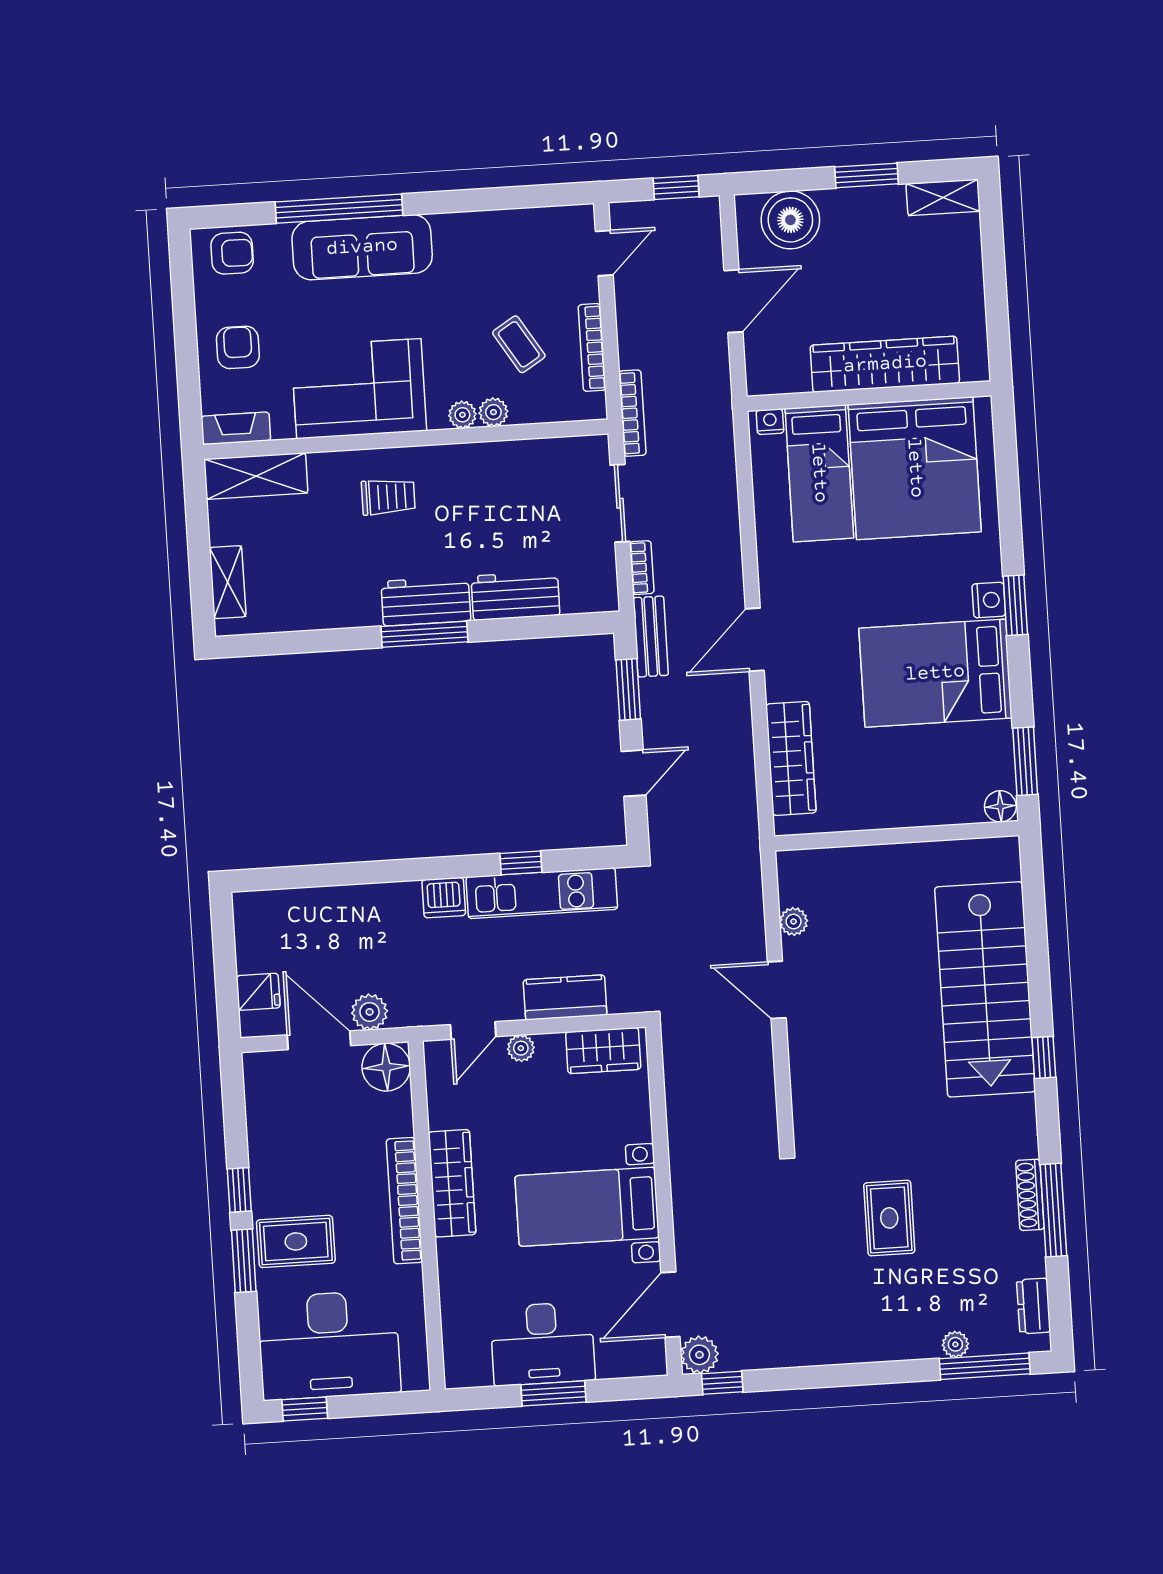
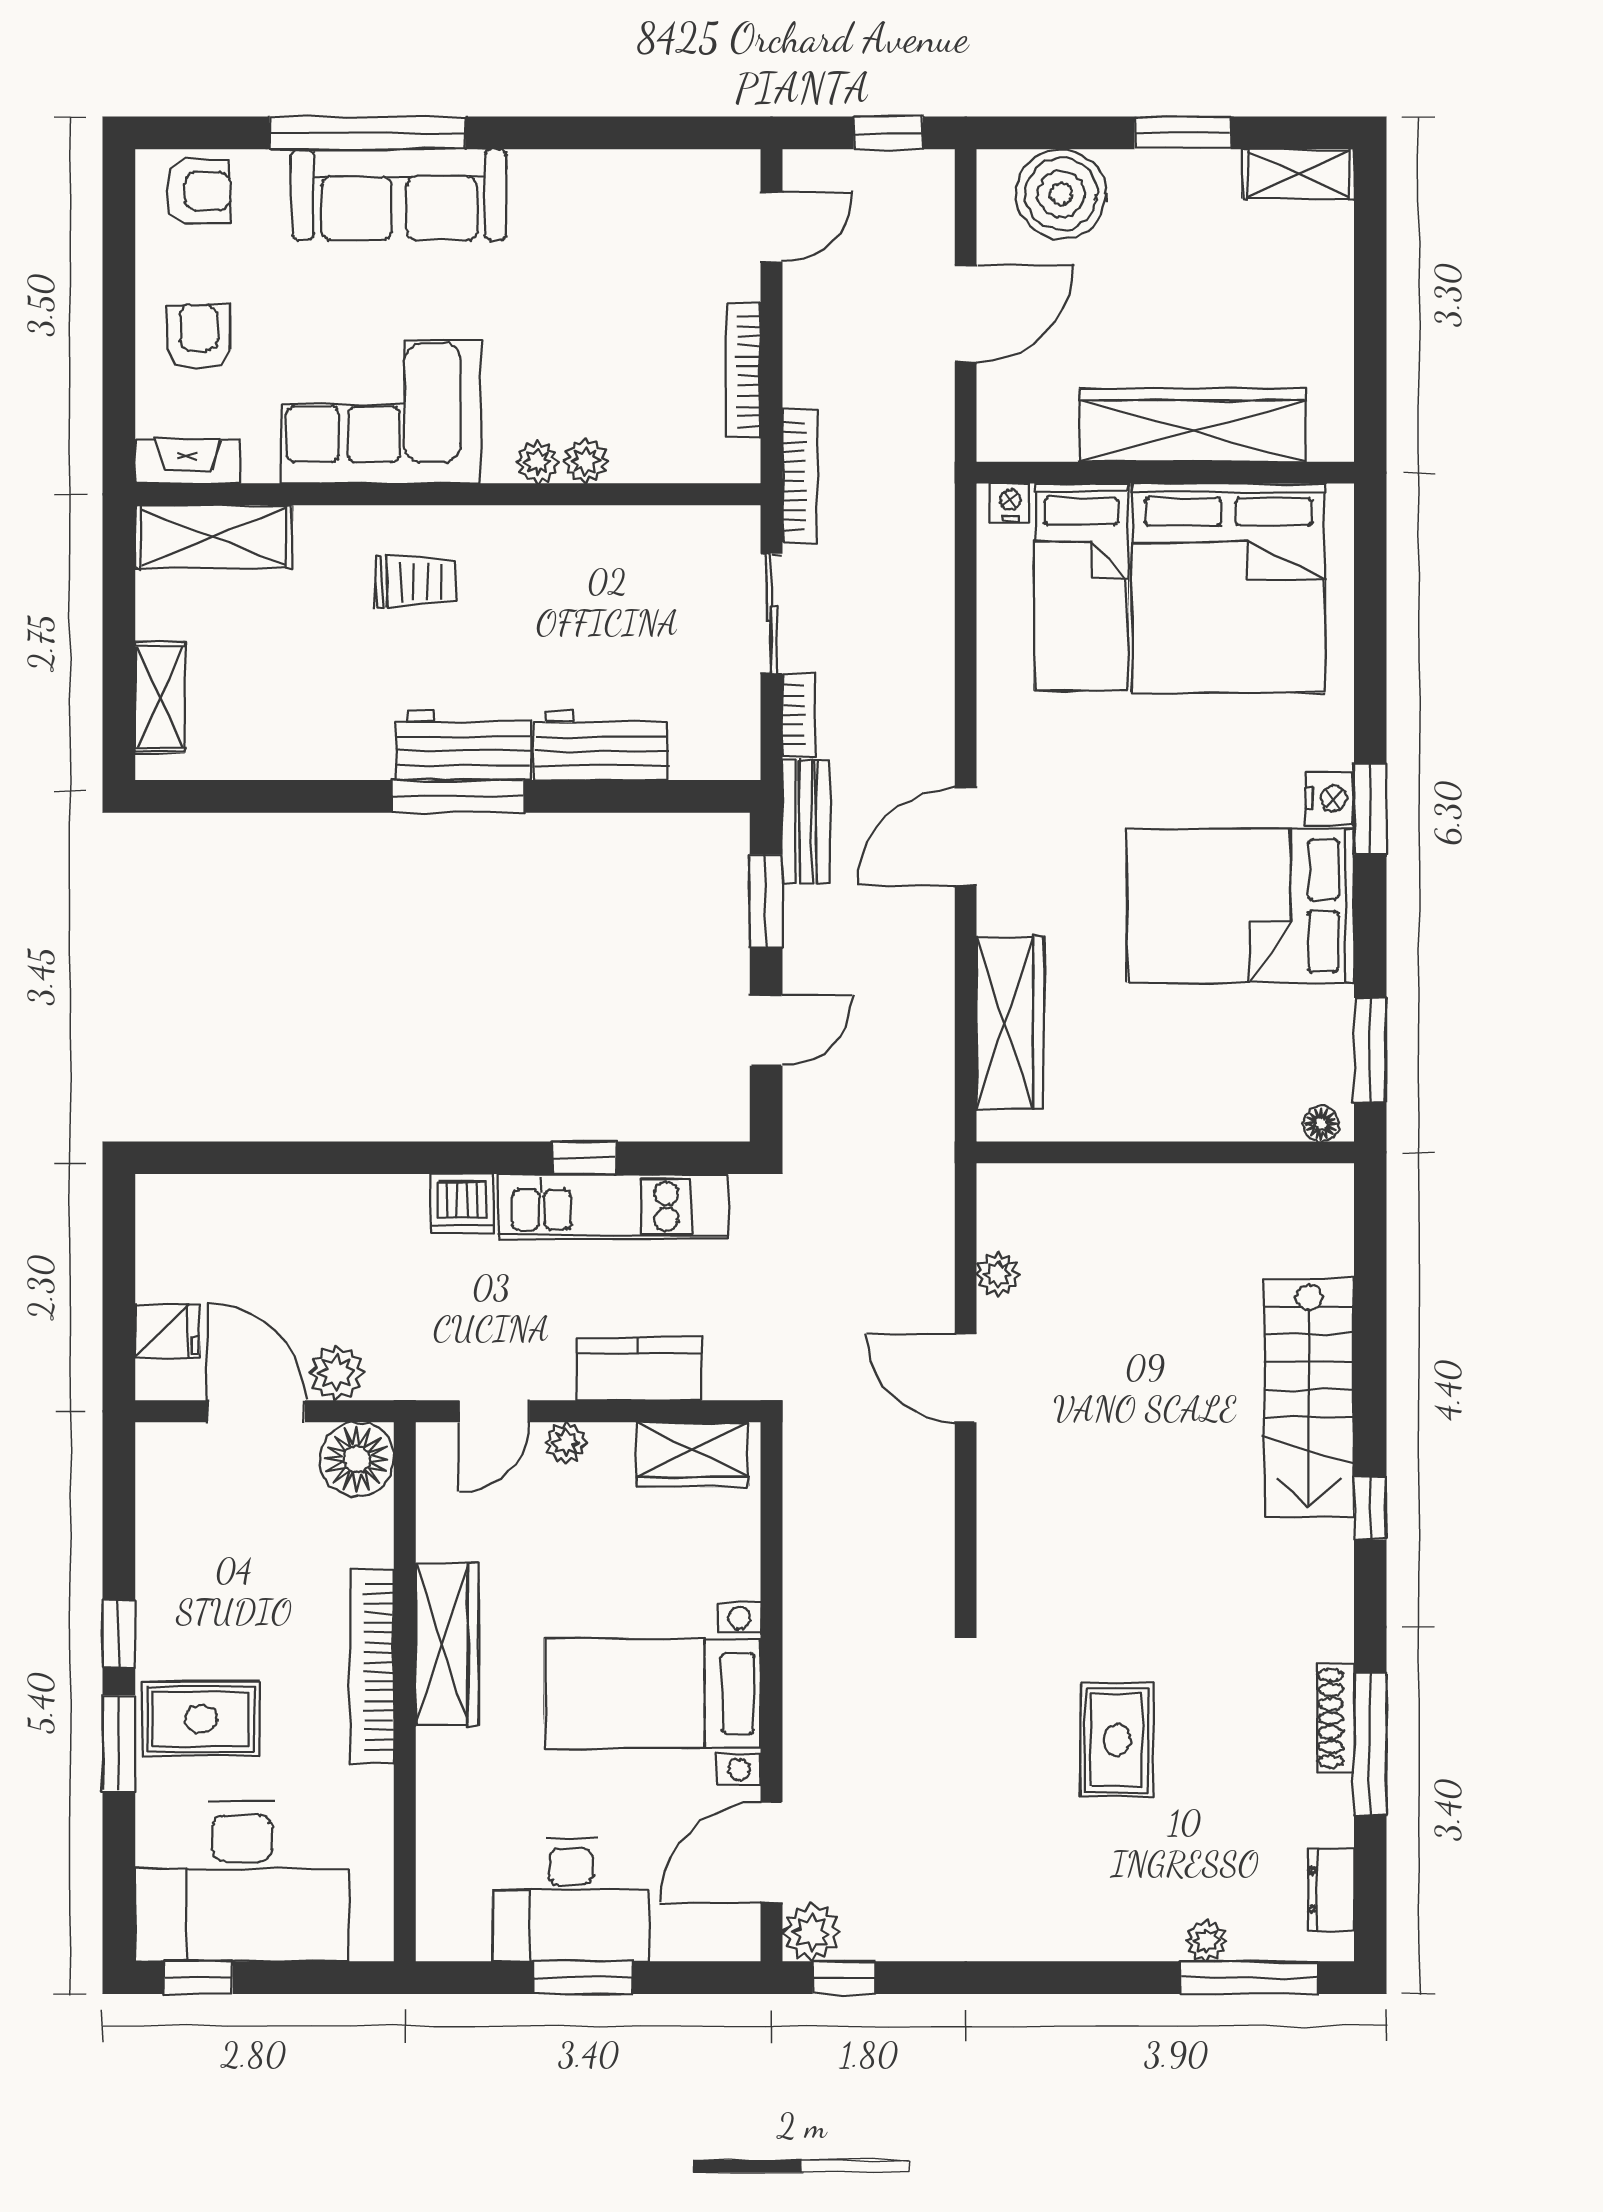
coffee table: (519, 344) -> (631, 359), removed
floor lamp: (1000, 806) -> (1321, 1124), width x0.73, depth x0.73
stairs: (985, 989) -> (1309, 1397), width x0.73, depth x0.66

